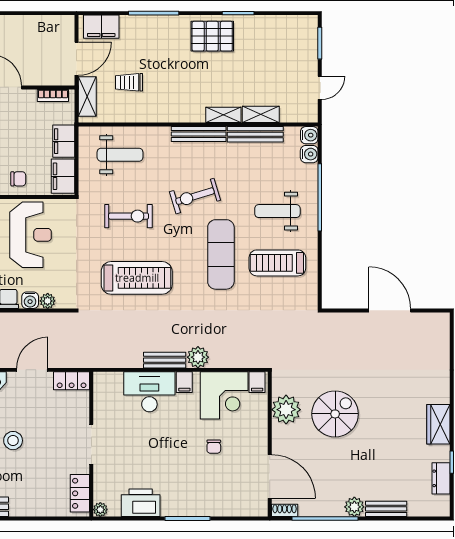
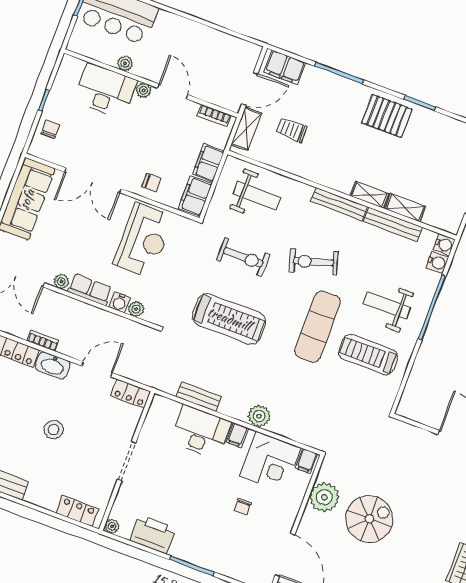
bench: (165, 360) -> (199, 397), moved
locker: (80, 493) -> (77, 511), moved, turned 90

